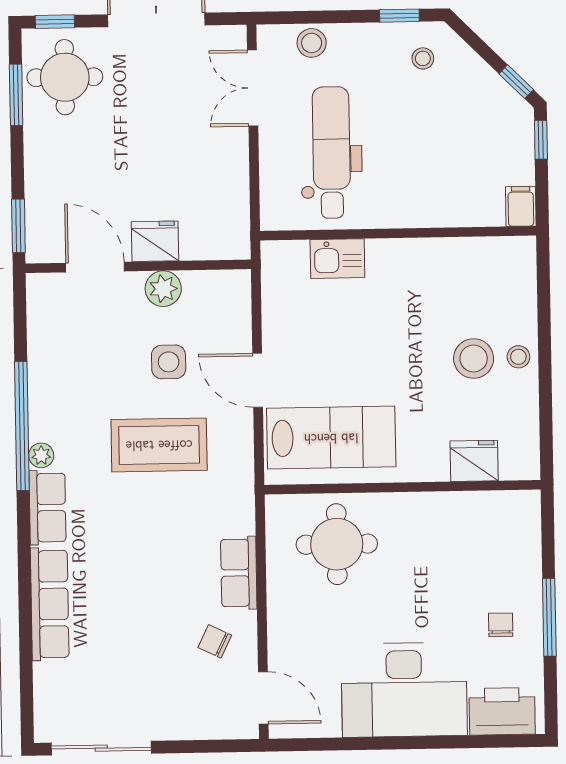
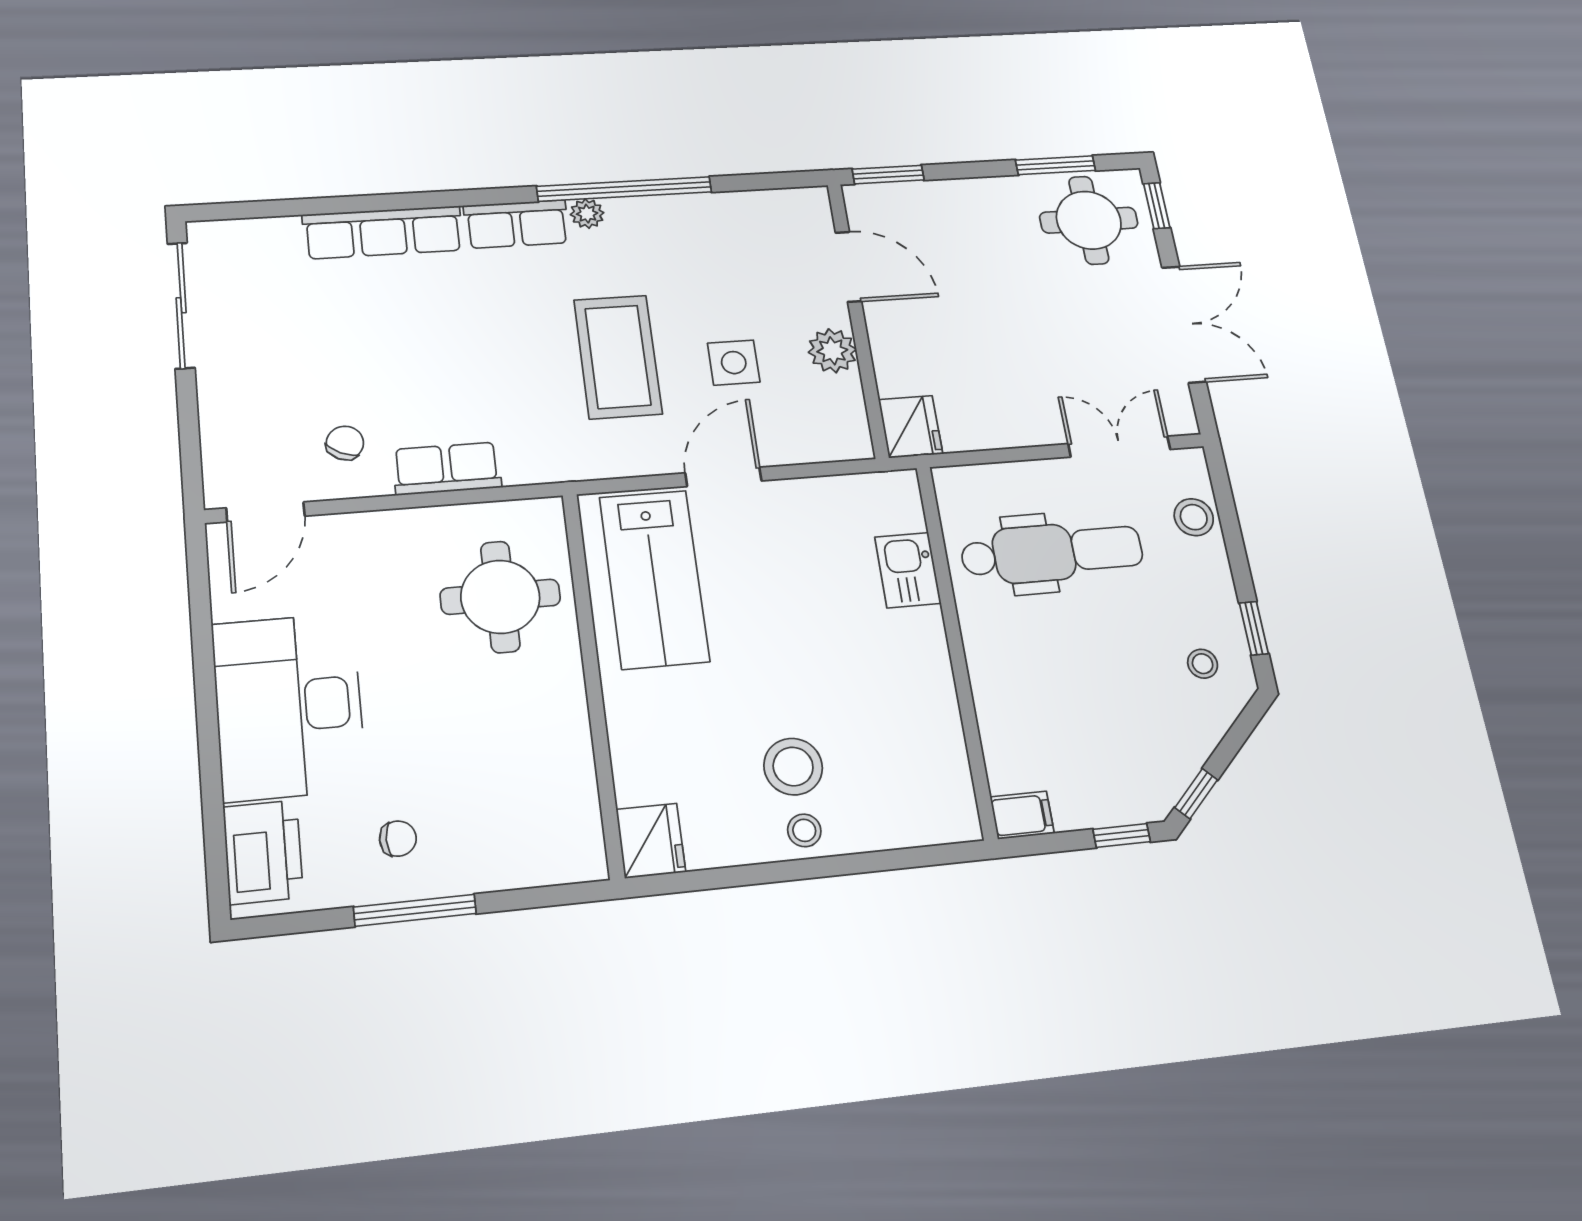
fridge: (155, 241) -> (911, 427), moved
door: (95, 267) -> (848, 267), hinge flipped
fridge: (474, 461) -> (651, 841), moved

